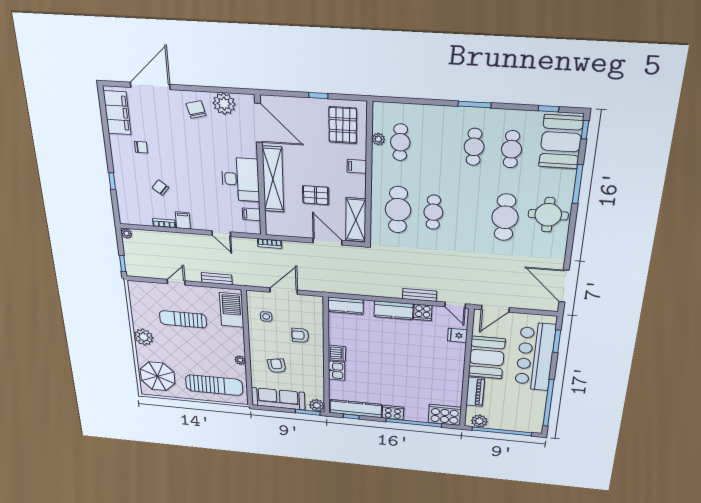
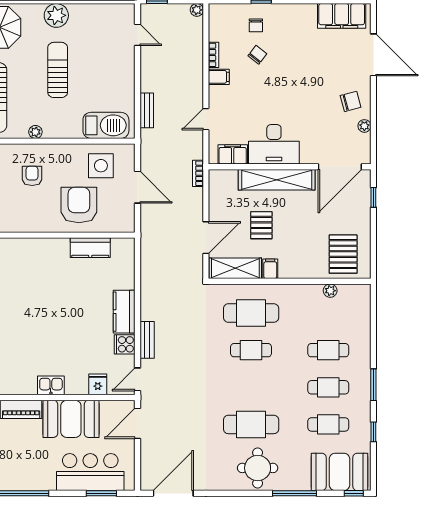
window: (318, 96) -> (373, 197), moved
plant: (224, 104) -> (364, 126), width x0.53, depth x0.53
window: (549, 109) -> (373, 432), moved
pallet: (343, 125) -> (343, 254), turned 90
cafe table: (400, 142) -> (328, 350), moved
chair: (141, 147) -> (256, 25), moved
filing cabinet: (357, 166) -> (270, 269), moved
filing cabinet: (251, 214) -> (233, 154), width x2.00
door: (176, 282) -> (137, 35), moved
kitchen counter: (346, 306) -> (90, 248), moved, turned -90
door: (495, 309) -> (137, 423), hinge flipped
side table: (266, 316) -> (101, 166), width x1.87, depth x1.87
sun lounger: (183, 319) -> (58, 70), moved
armchair: (300, 335) -> (79, 205), width x1.88, depth x1.88
dishwasher: (337, 353) -> (58, 248), removed
bar counter: (535, 357) -> (90, 472), width x0.73
armchair: (277, 366) -> (32, 176), turned -80
kitchen sink: (337, 371) -> (51, 385), moved, turned 180

